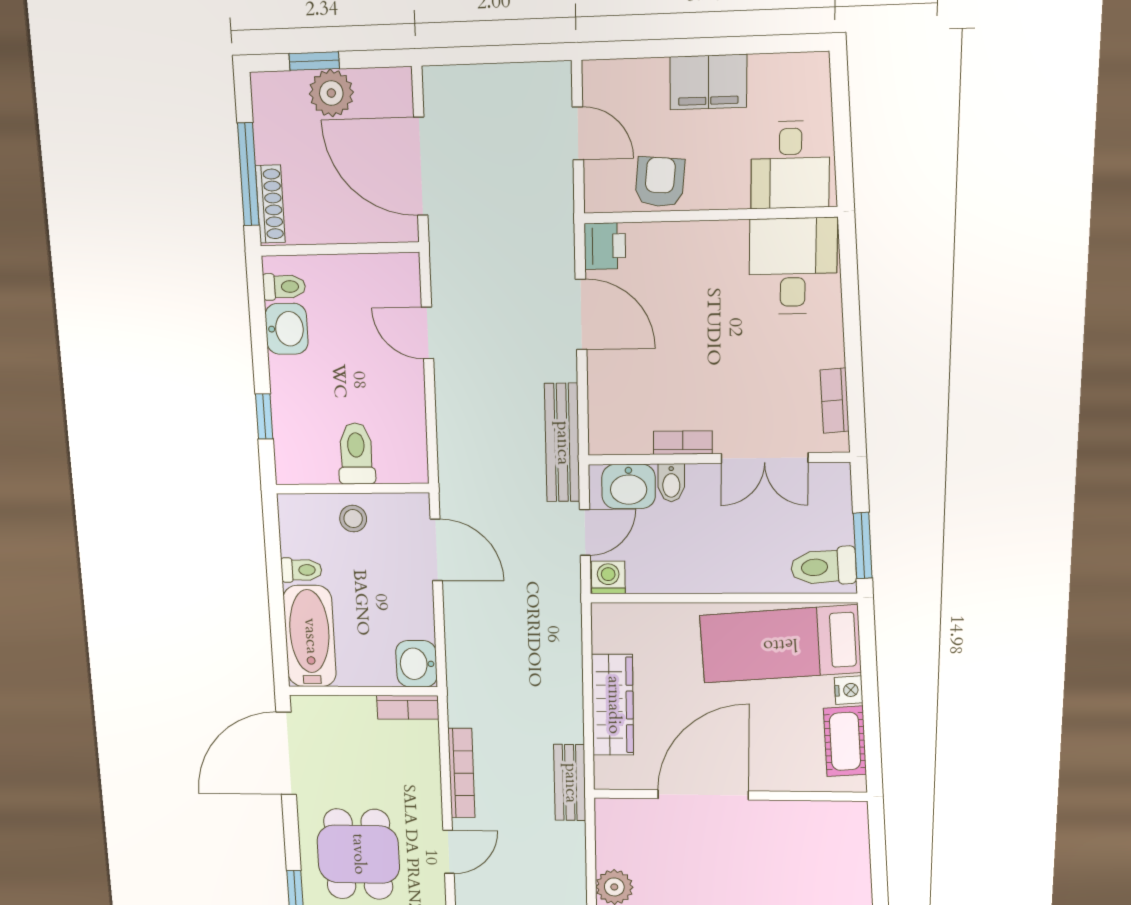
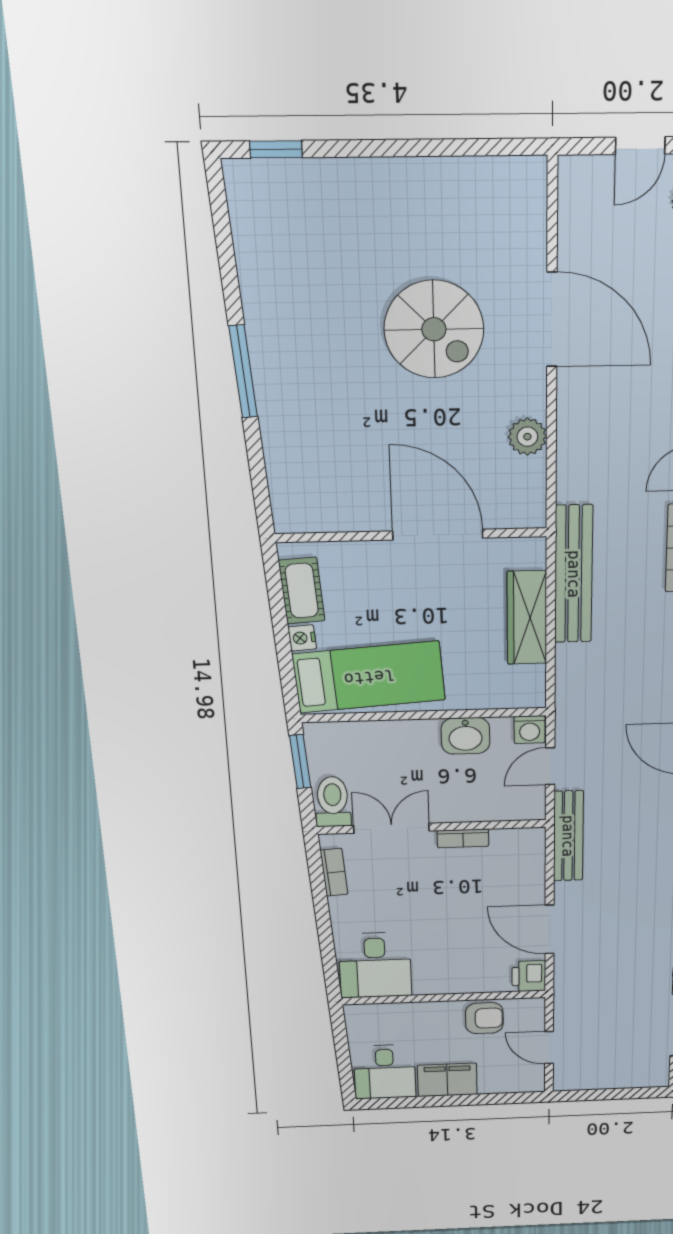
desk: (790, 165) -> (385, 1072), moved, turned 180
armchair: (660, 182) -> (484, 1018), turned -95
bidet: (671, 483) -> (473, 807), removed
washbasin: (629, 486) -> (465, 736), moved, turned 180
toilet: (824, 567) -> (333, 802), moved, turned -86
bench: (570, 783) -> (574, 574), width x1.86, depth x1.21
door: (703, 795) -> (438, 535), swing flipped

